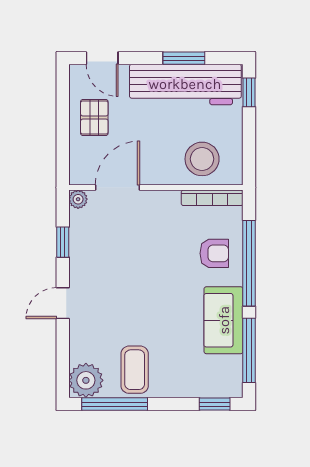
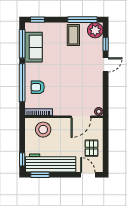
window: (184, 58) -> (40, 175), moved
window: (63, 242) -> (106, 44), moved
sofa: (224, 320) -> (34, 47), moved

